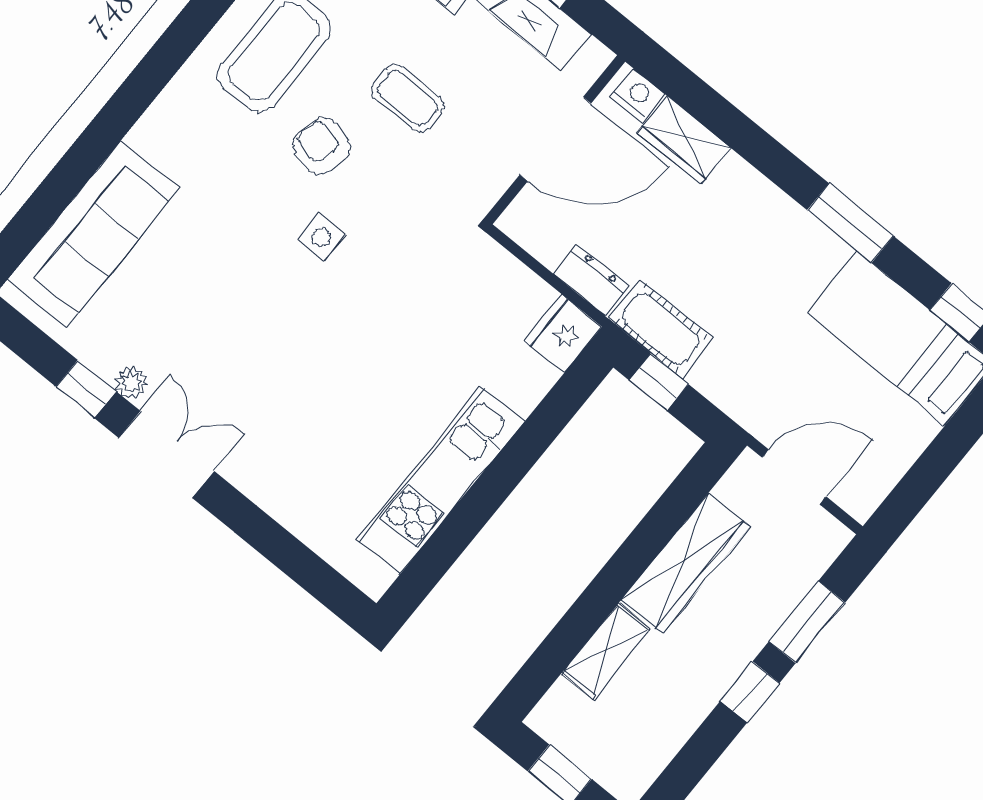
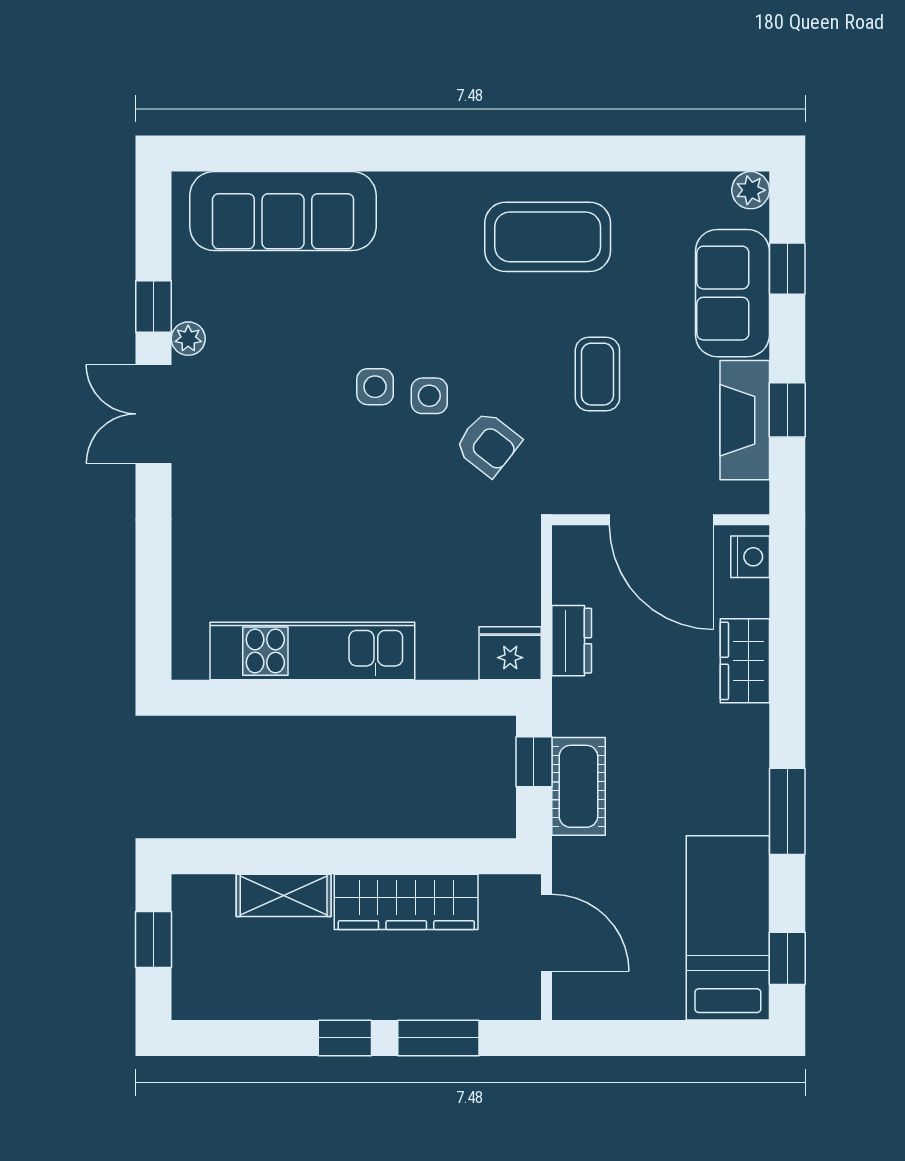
wardrobe: (684, 140) -> (745, 661), moved
armchair: (322, 146) -> (488, 444), moved, turned 116
side table: (281, 272) -> (375, 387), added
cot: (661, 329) -> (578, 786), moved
double door: (166, 454) -> (153, 414), swing flipped

